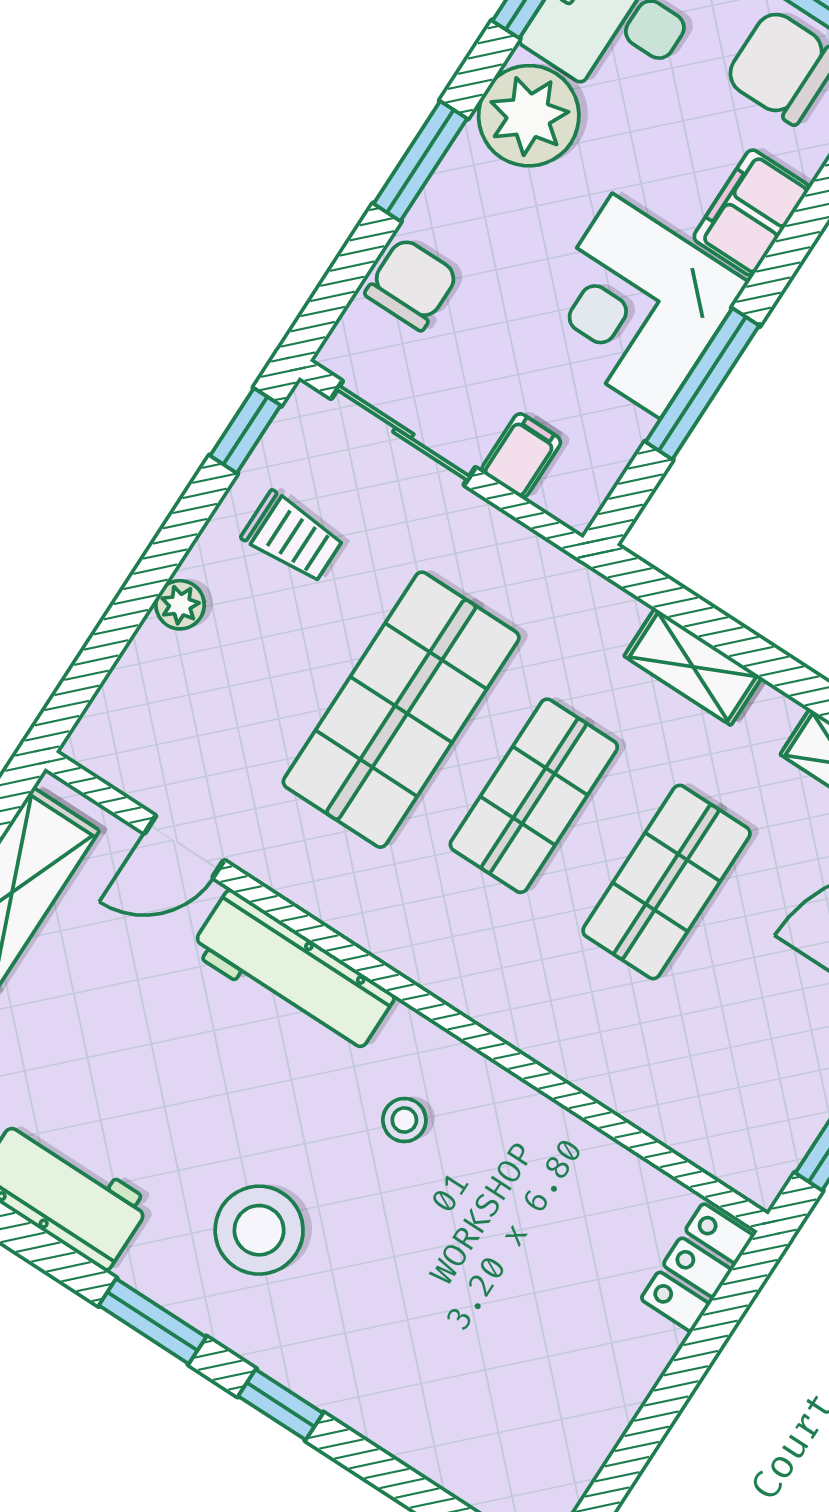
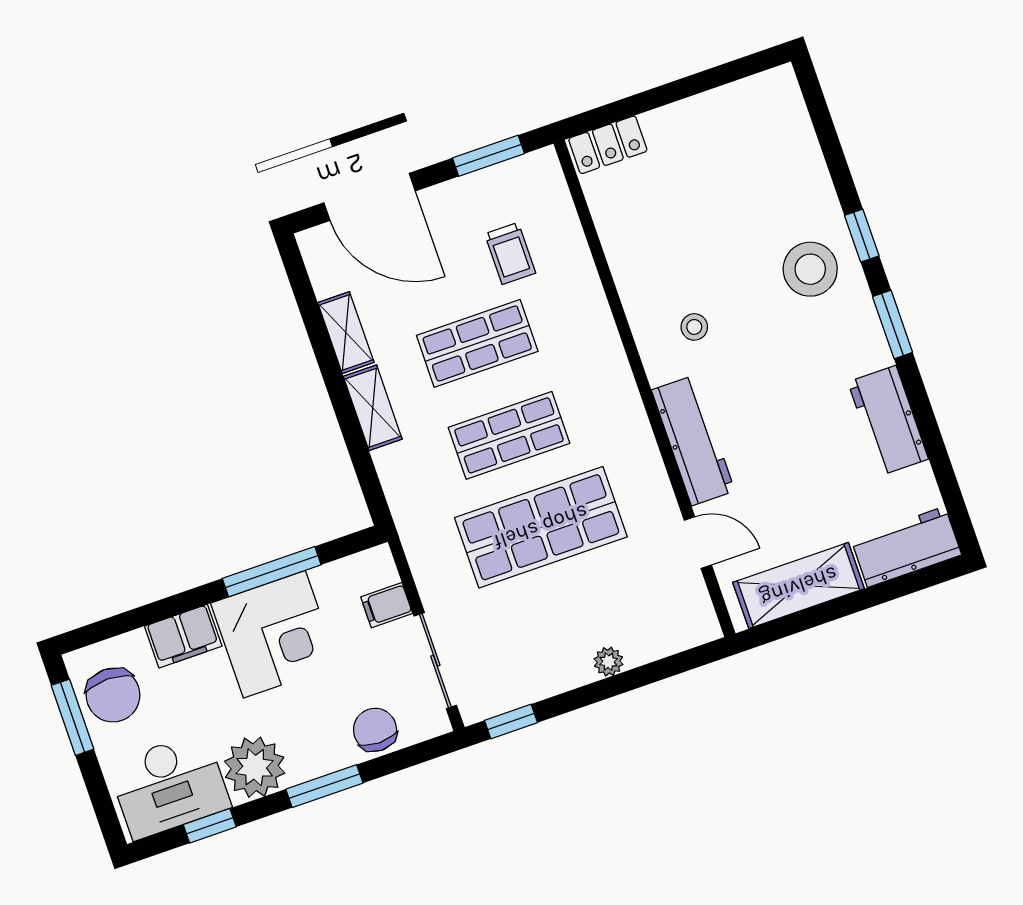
chair: (412, 284) -> (375, 730), turned 90
trolley: (293, 537) -> (510, 253), moved, turned 180
shelving: (693, 667) -> (373, 408), moved
stool: (259, 1230) -> (810, 269), moved

